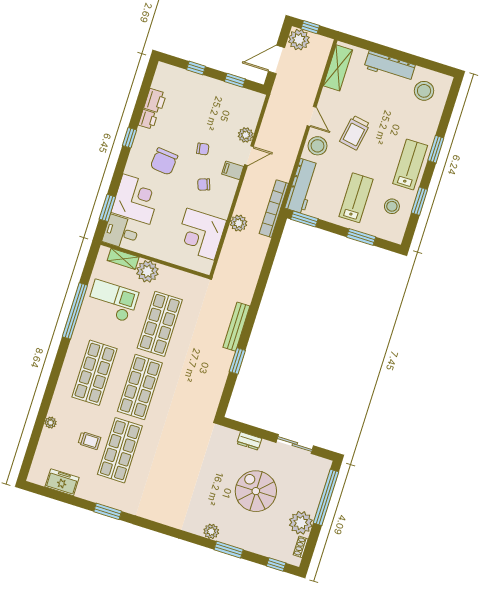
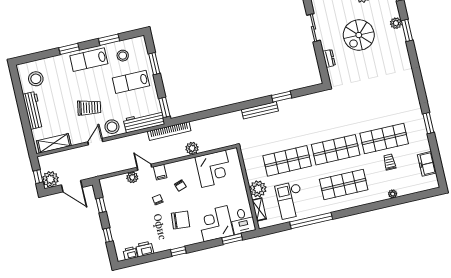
printer: (148, 119) -> (130, 253), moved
plant: (211, 531) -> (396, 23), moved

